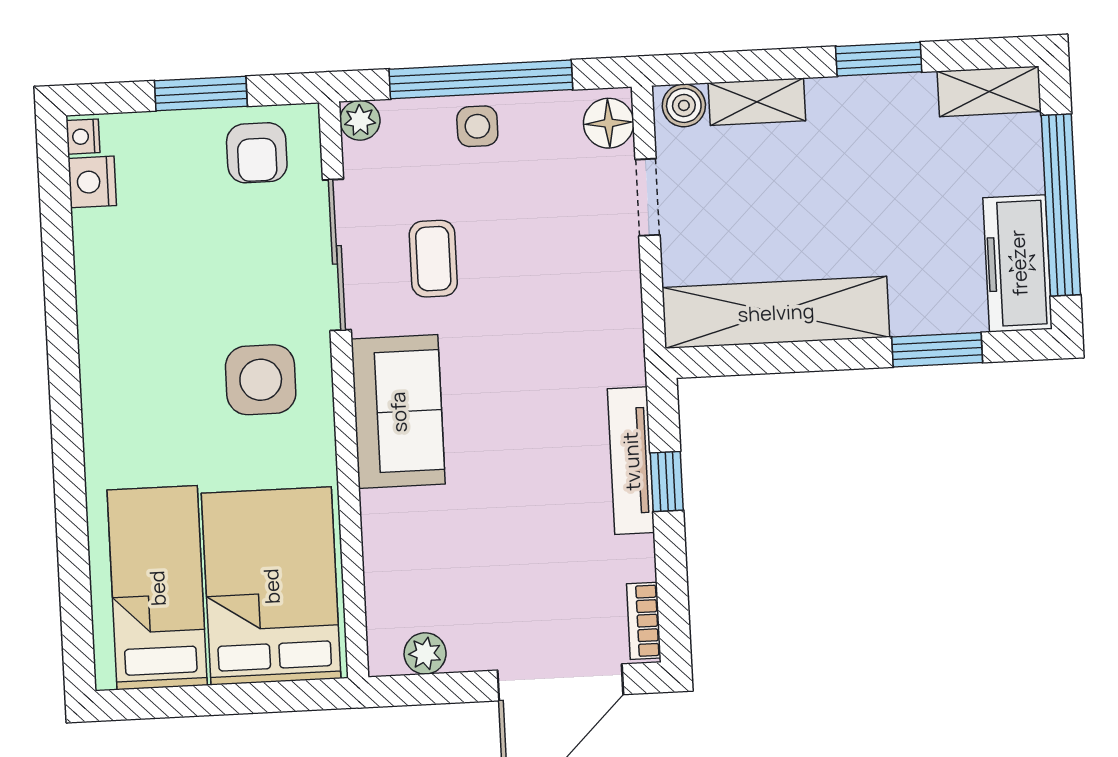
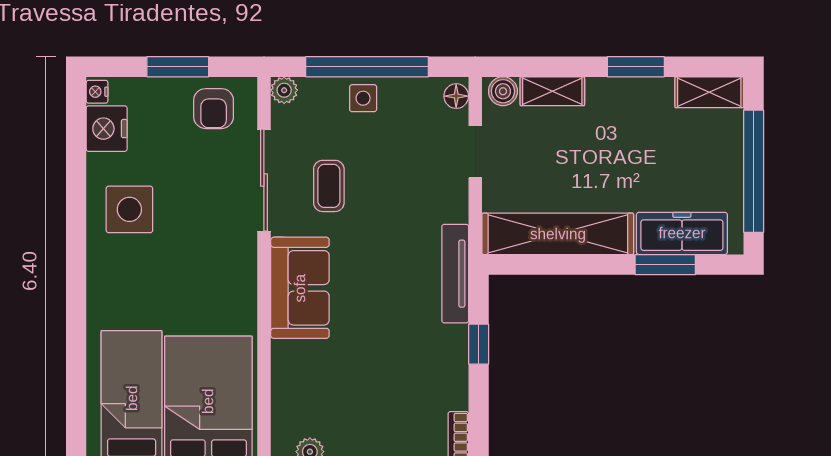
floor lamp: (609, 123) -> (456, 96), width x0.73, depth x0.73
nightstand: (92, 182) -> (107, 129), width x1.36, depth x1.33
freezer: (1018, 263) -> (682, 233), moved, turned 90
side table: (261, 380) -> (129, 209), moved
tv unit: (631, 461) -> (455, 274), moved

